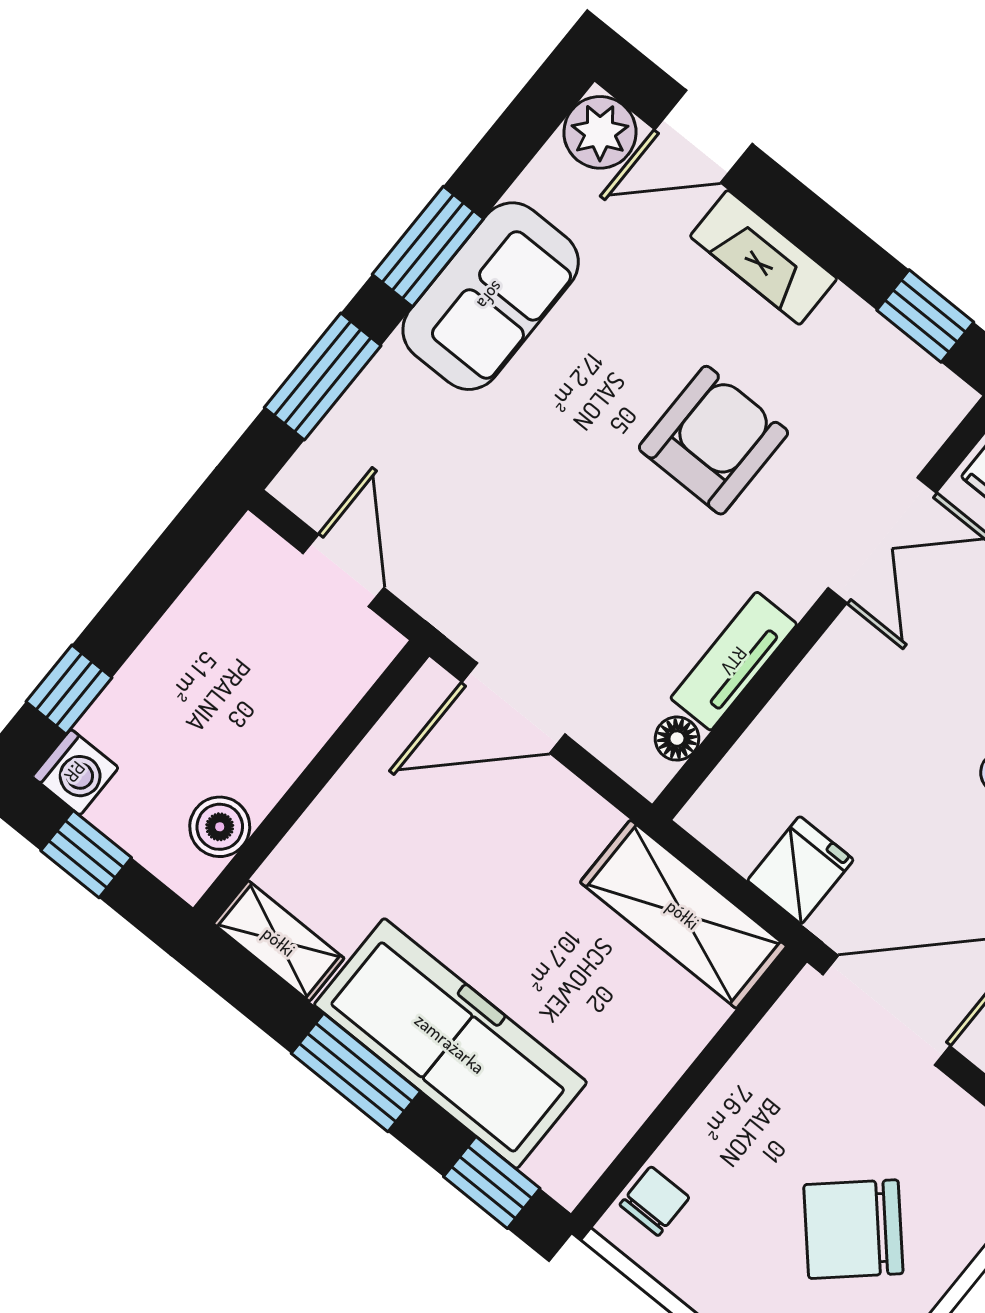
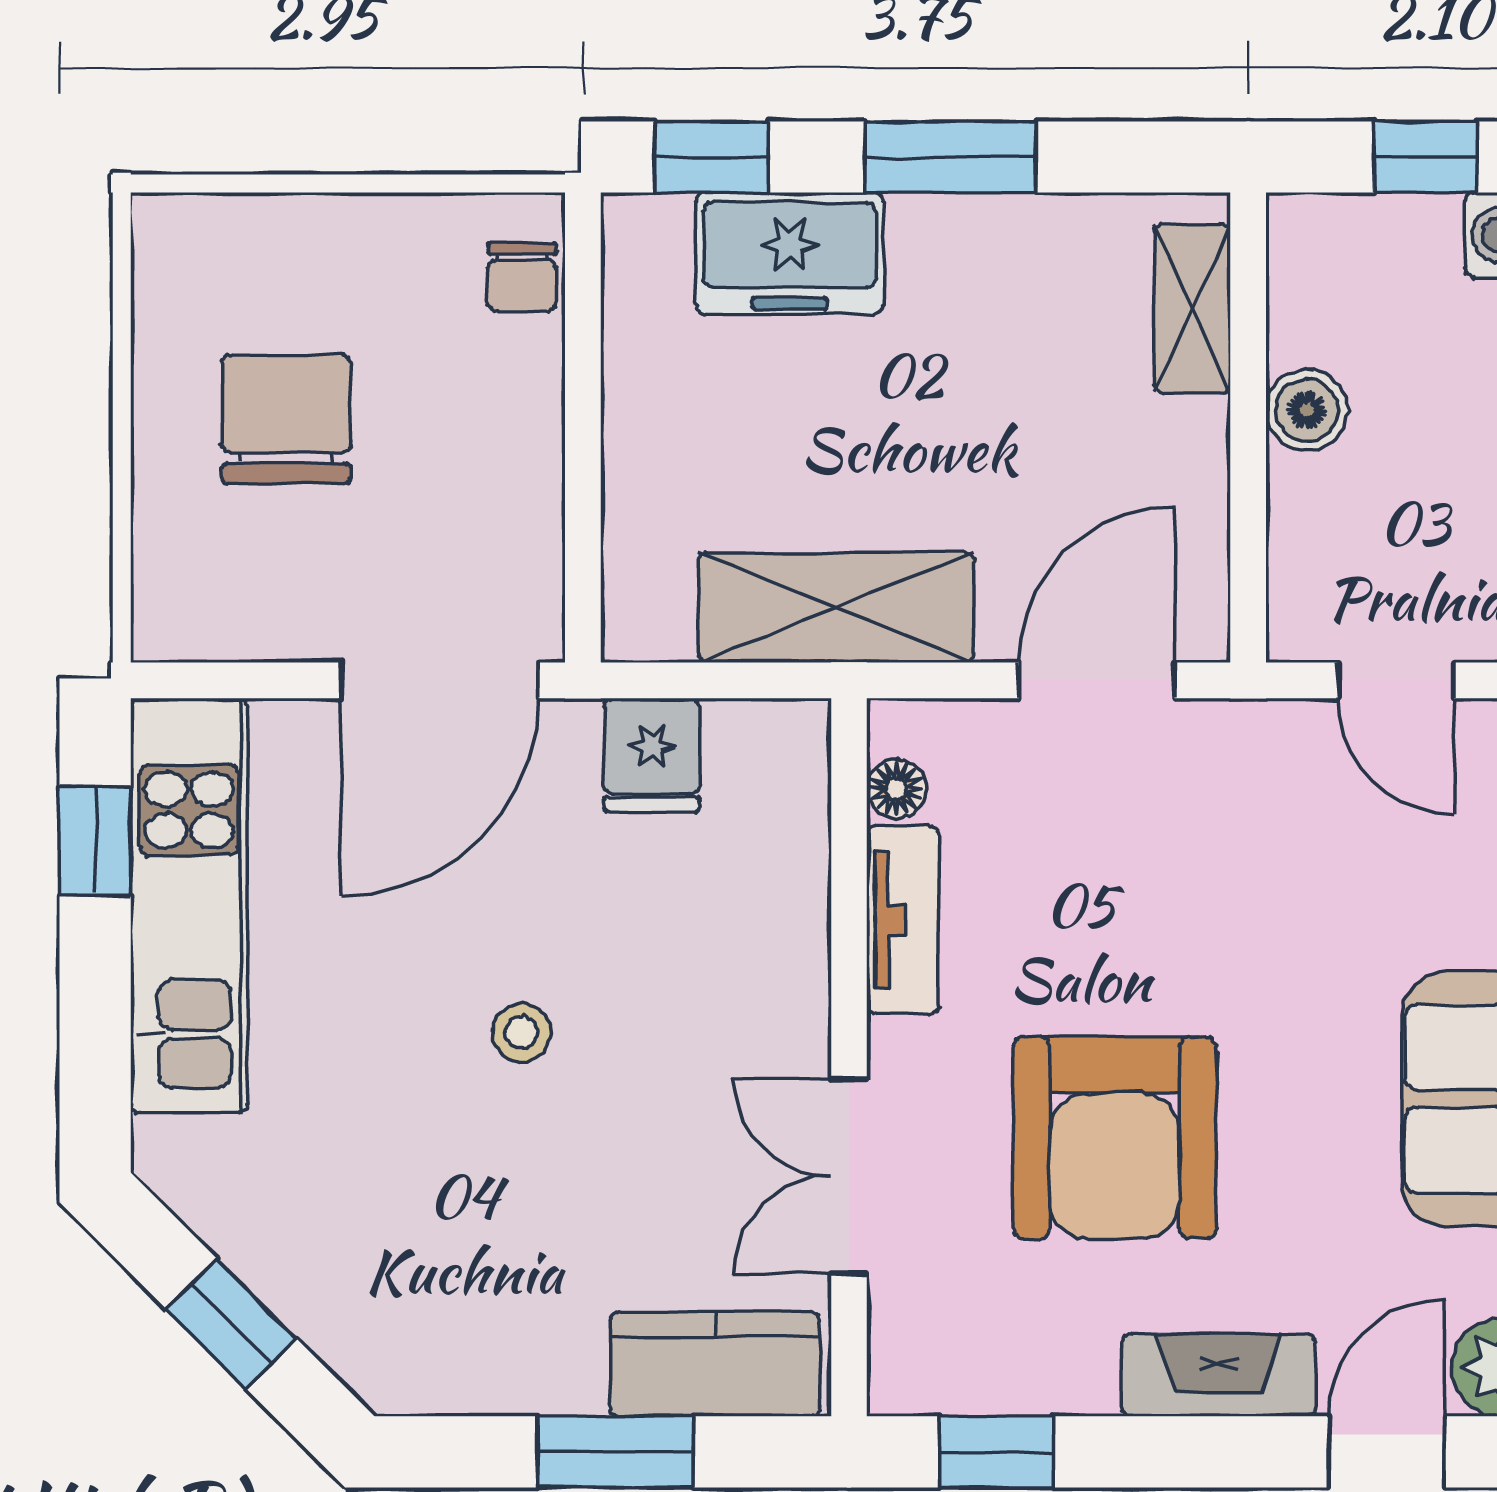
armchair: (713, 440) -> (1115, 1138), width x1.36, depth x1.36
boiler: (220, 827) -> (1307, 410), moved
shelving: (683, 914) -> (836, 607), moved
shelving: (279, 941) -> (1192, 308), moved, turned 90
freezer: (450, 1043) -> (790, 253), width x0.52, depth x0.79
chair: (853, 1229) -> (286, 419), turned -48

